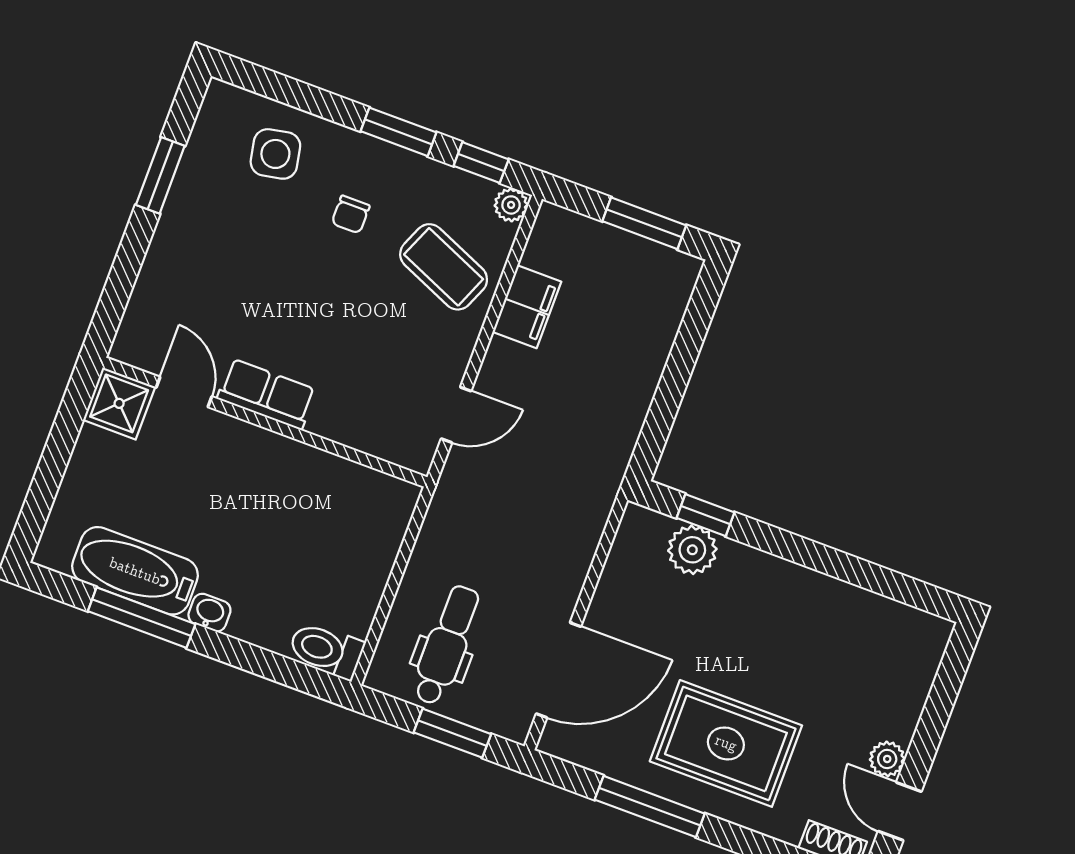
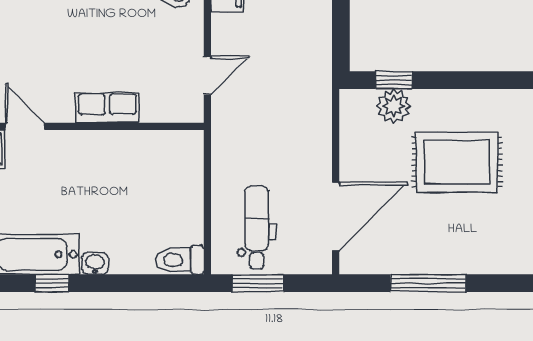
row of seats: (267, 394) -> (107, 108), moved
window: (142, 618) -> (52, 283), width x0.46
window: (452, 733) -> (258, 283), moved
rug: (726, 743) -> (457, 162), moved

